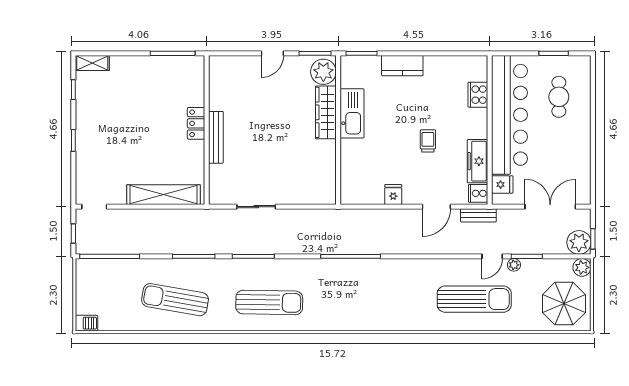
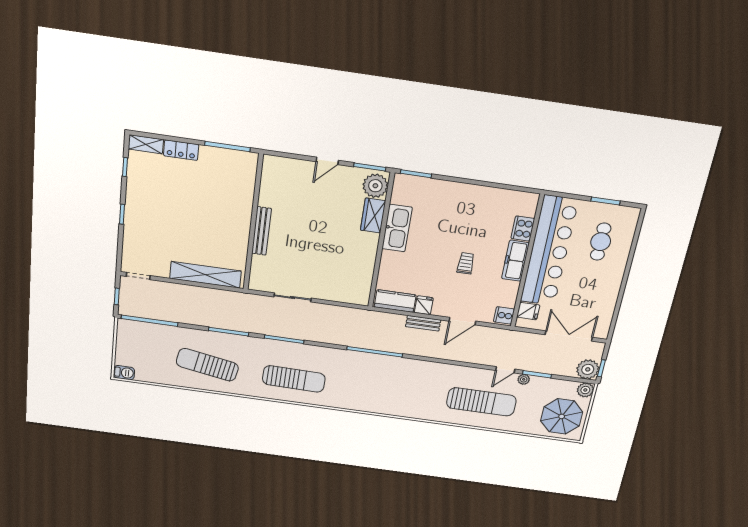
kitchen counter: (402, 66) -> (395, 301), moved, turned 180
wardrobe: (326, 112) -> (373, 216), width x0.67
locker: (196, 123) -> (181, 150), moved, turned -90
freezer: (478, 161) -> (515, 261), moved
bench: (478, 215) -> (423, 323), moved

